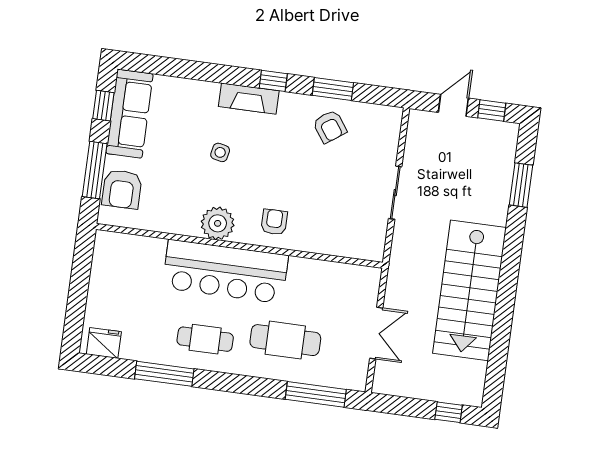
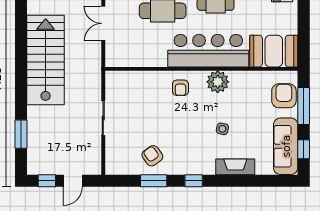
fireplace: (249, 99) -> (235, 167), moved
booth: (128, 258) -> (274, 51), added

